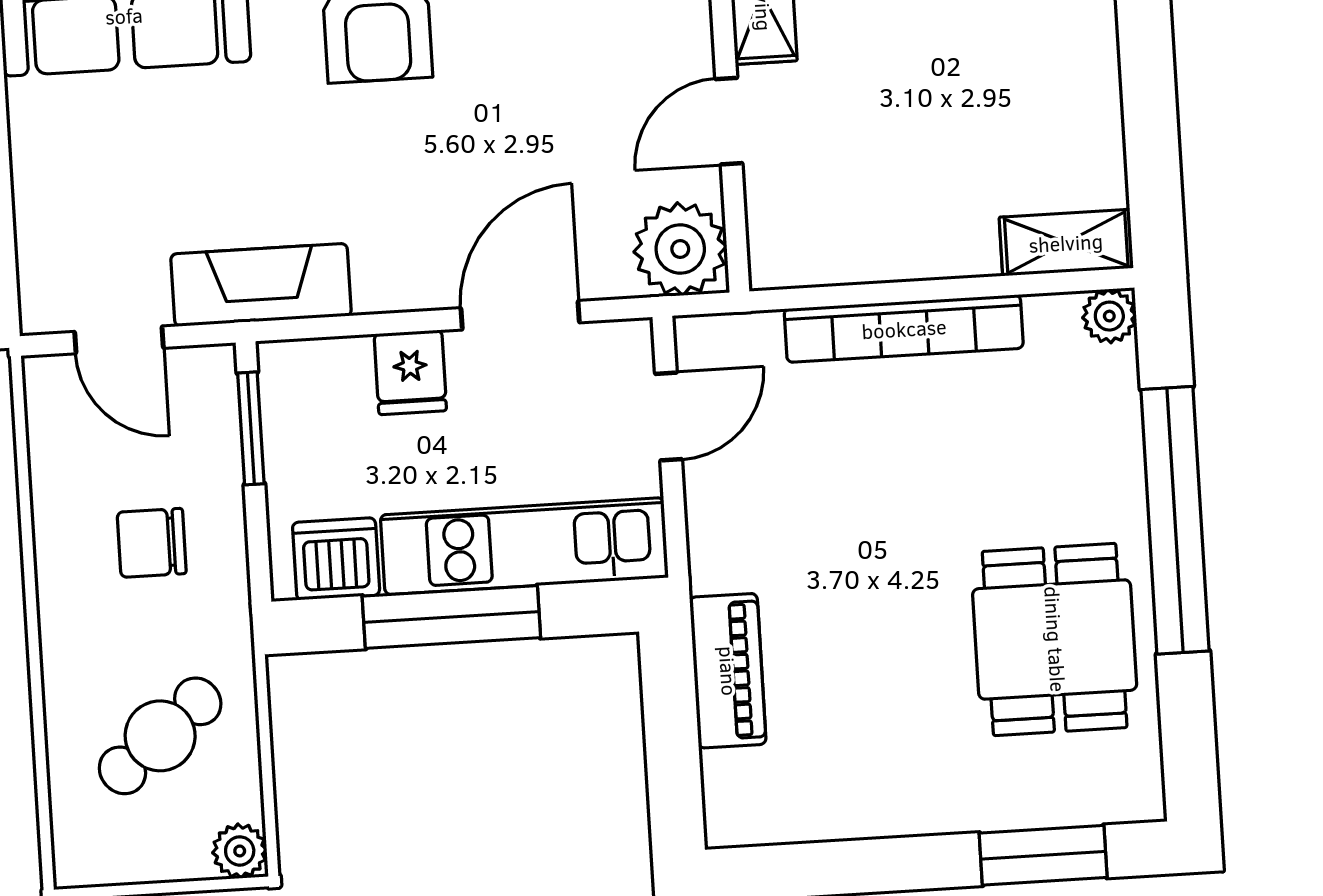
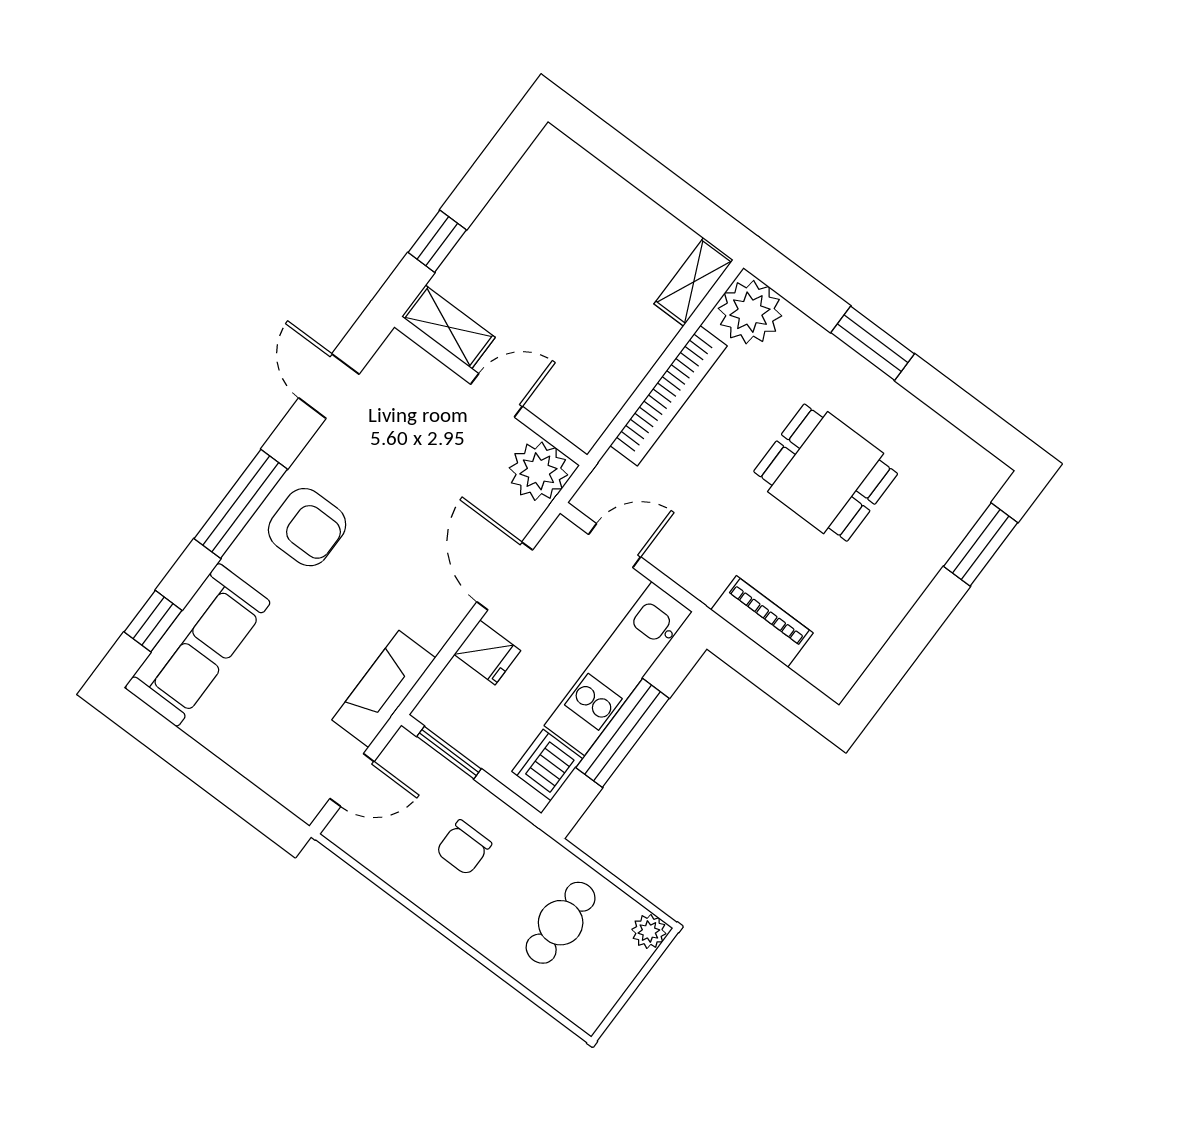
door: (729, 121) -> (497, 395), swing flipped
plant: (1109, 316) -> (750, 312), width x1.88, depth x1.88
door: (669, 416) -> (615, 546), hinge flipped
window: (1175, 520) -> (873, 343), width x0.47
dining table: (1055, 639) -> (826, 473), moved
cafe table: (160, 736) -> (561, 923), turned 39

